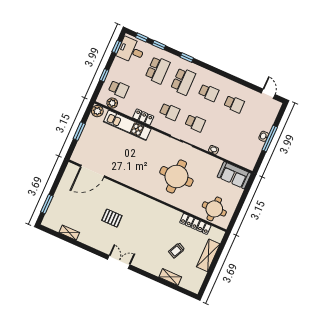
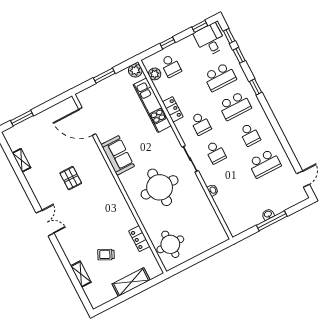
school desk: (234, 104) -> (265, 163), width x1.85
sofa: (234, 175) -> (118, 155), moved, turned 180
locker: (195, 224) -> (139, 239), width x0.66

